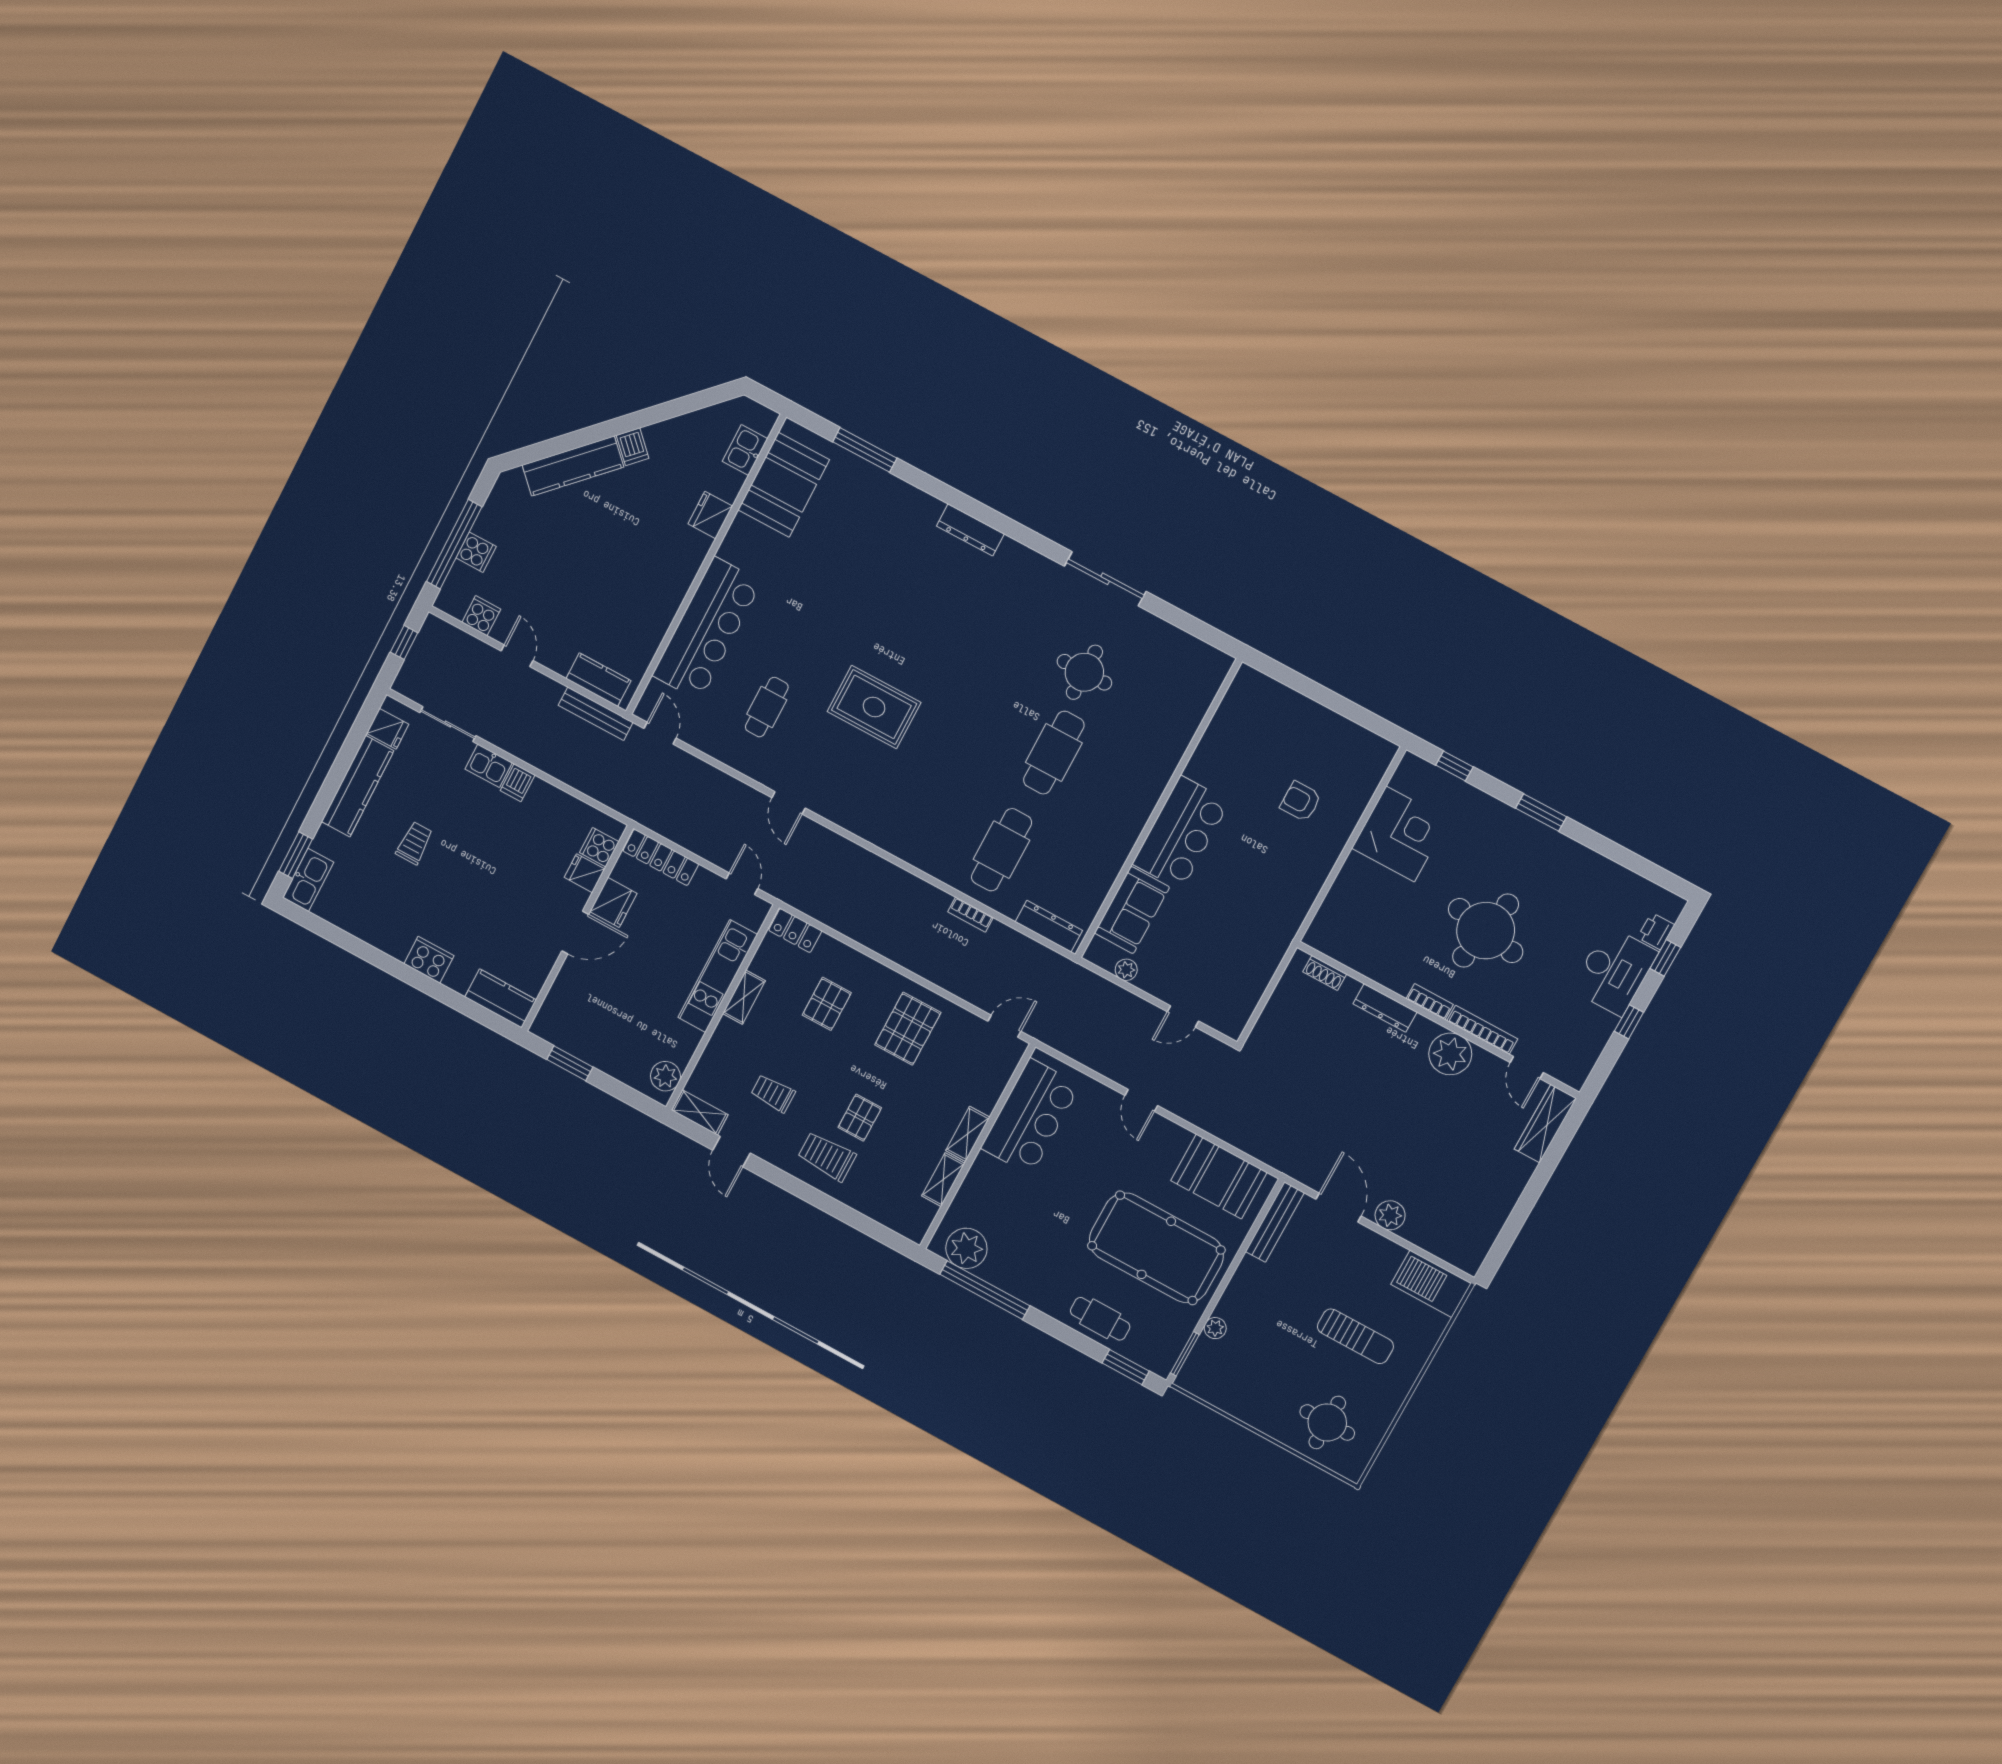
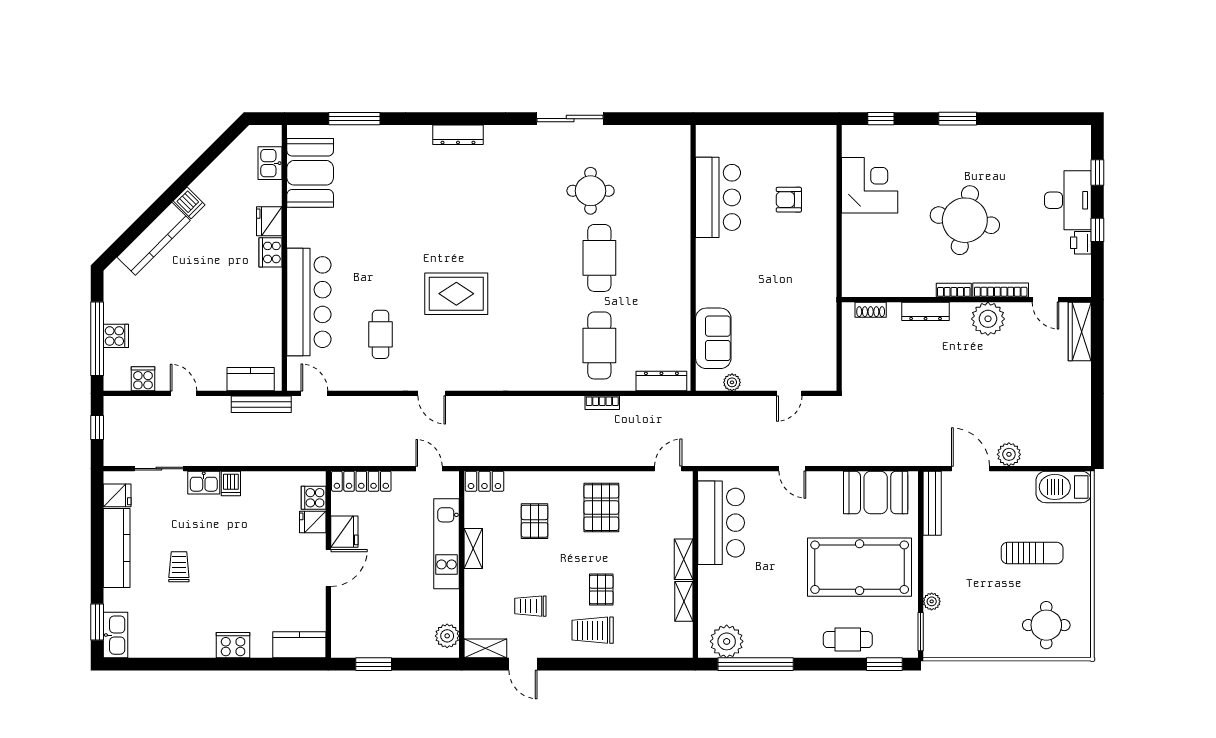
cooker: (693, 551) -> (271, 252), added
bar counter: (1181, 833) -> (718, 197), moved
printer: (1656, 931) -> (1081, 243), moved

